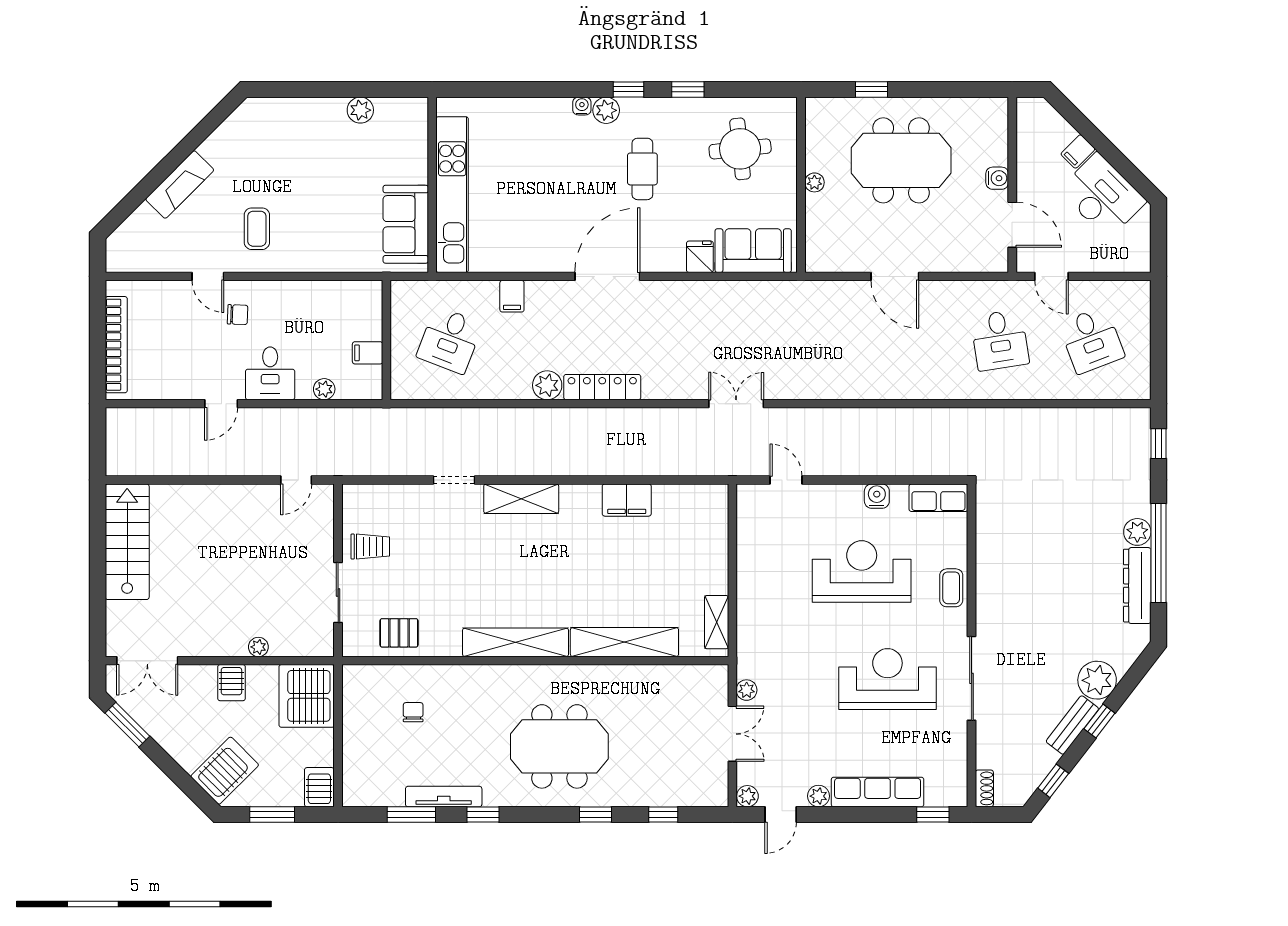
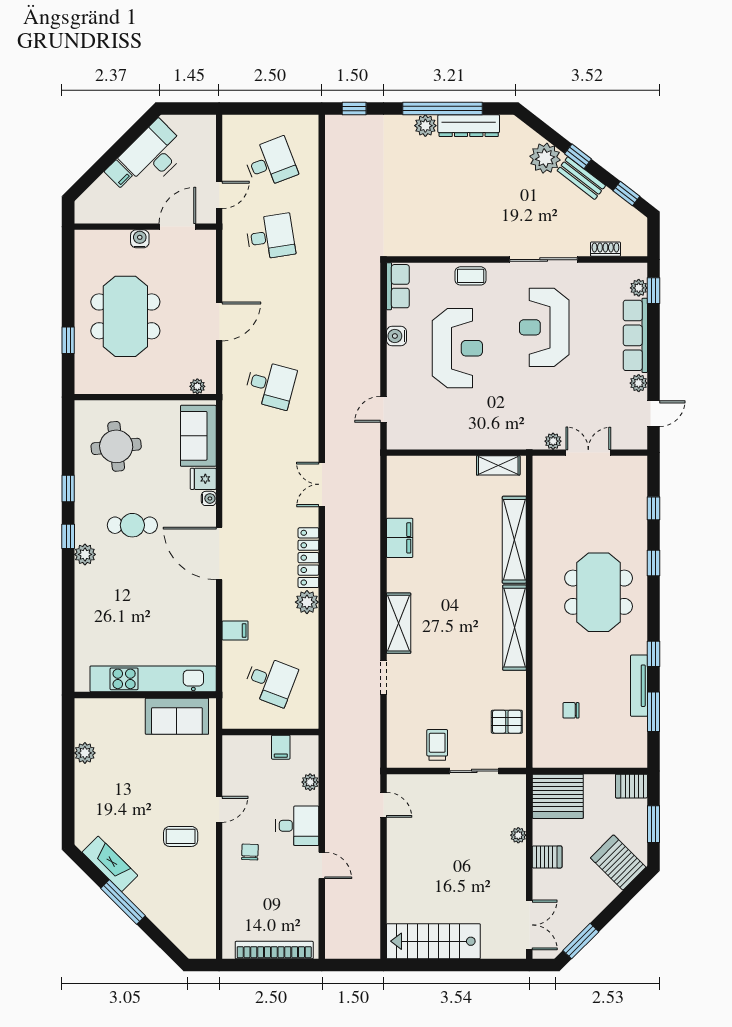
water cooler: (582, 106) -> (209, 498), moved, turned 180
window: (176, 157) -> (123, 902), added
plant: (814, 182) -> (197, 386), moved
fireplace: (180, 185) -> (110, 864), moved
door: (208, 276) -> (219, 809), moved
desk: (816, 340) -> (270, 385), added
double door: (736, 404) -> (322, 484), moved
reception desk: (862, 572) -> (457, 348), turned 180
pallet: (399, 633) -> (507, 722), turned 90
shoe rack: (984, 788) -> (605, 249), moved
plant: (747, 796) -> (639, 288), moved
door: (781, 815) -> (654, 414), hinge flipped

